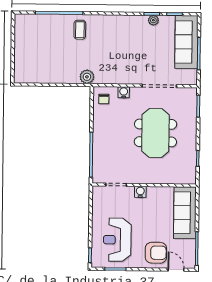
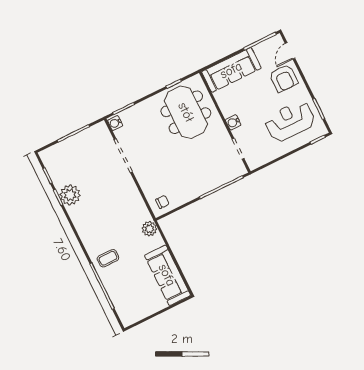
plant: (153, 20) -> (70, 195), width x1.87, depth x1.87
sofa: (186, 42) -> (167, 275), moved, turned 90
water cooler: (124, 92) -> (115, 123), moved
meeting table: (155, 133) -> (186, 112), moved, turned 90
reception desk: (117, 240) -> (290, 121), turned 180
armchair: (156, 253) -> (284, 78), turned 180

